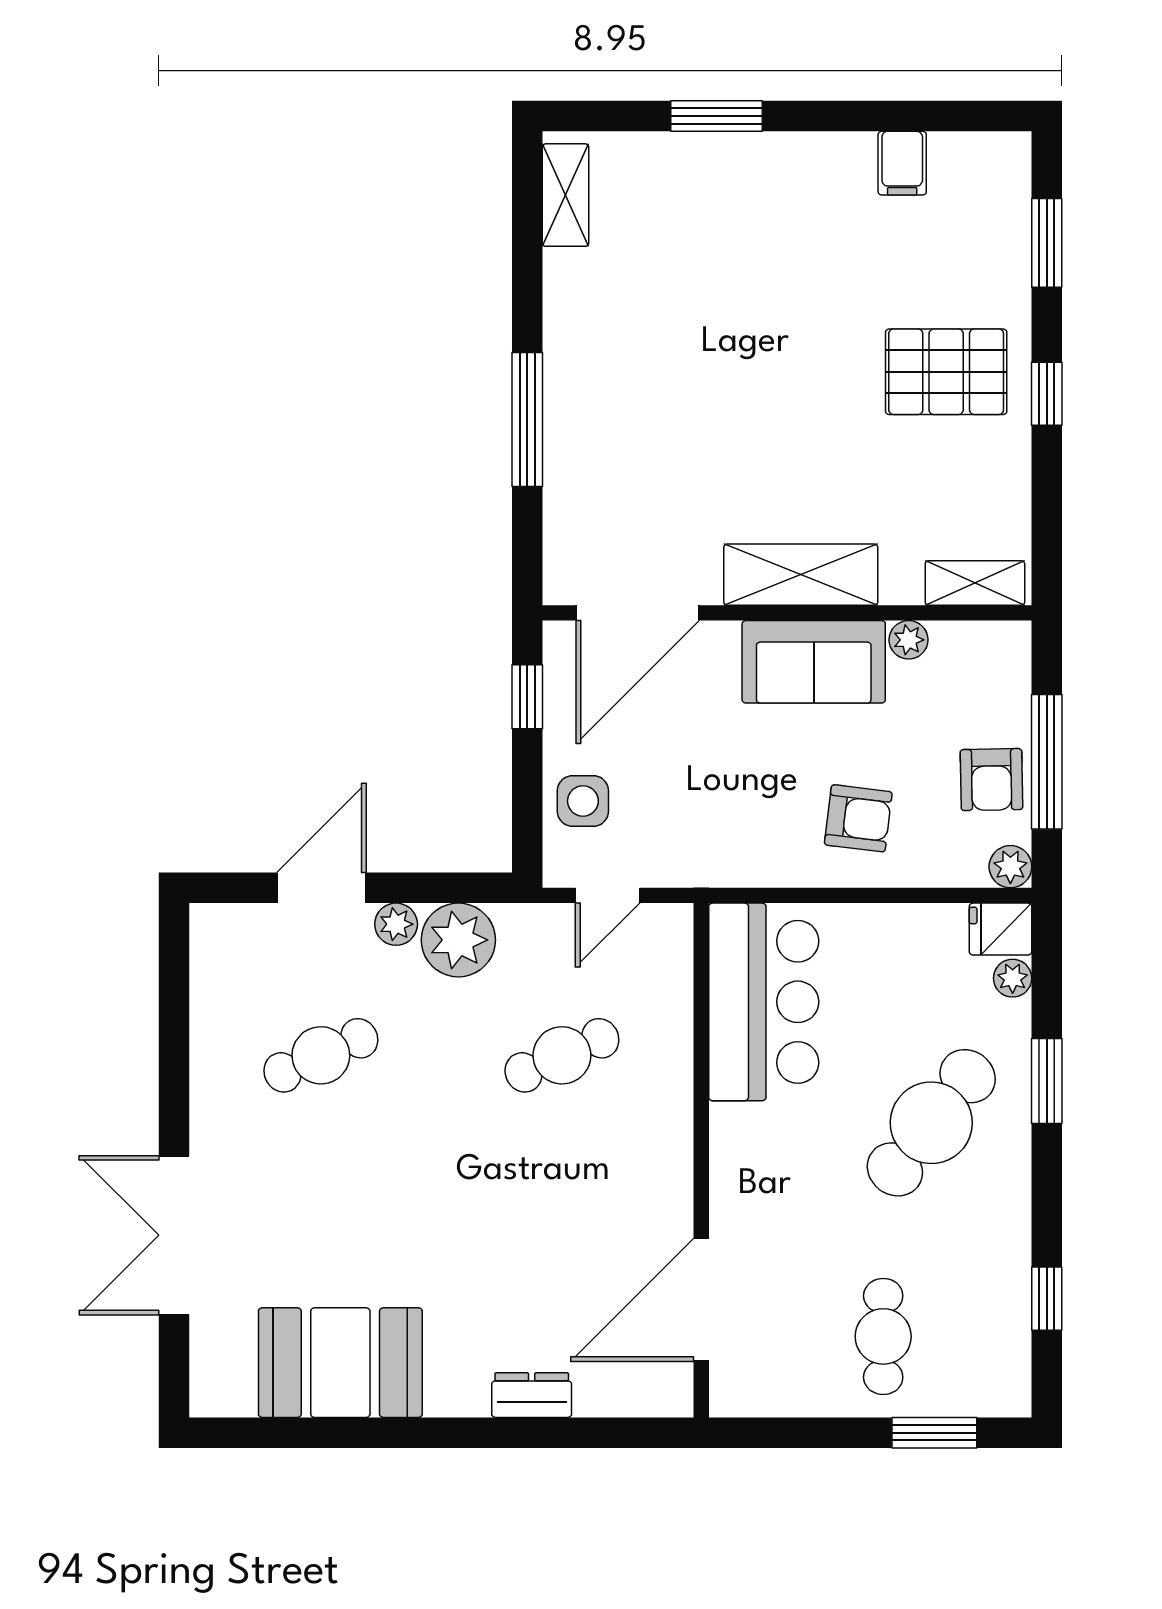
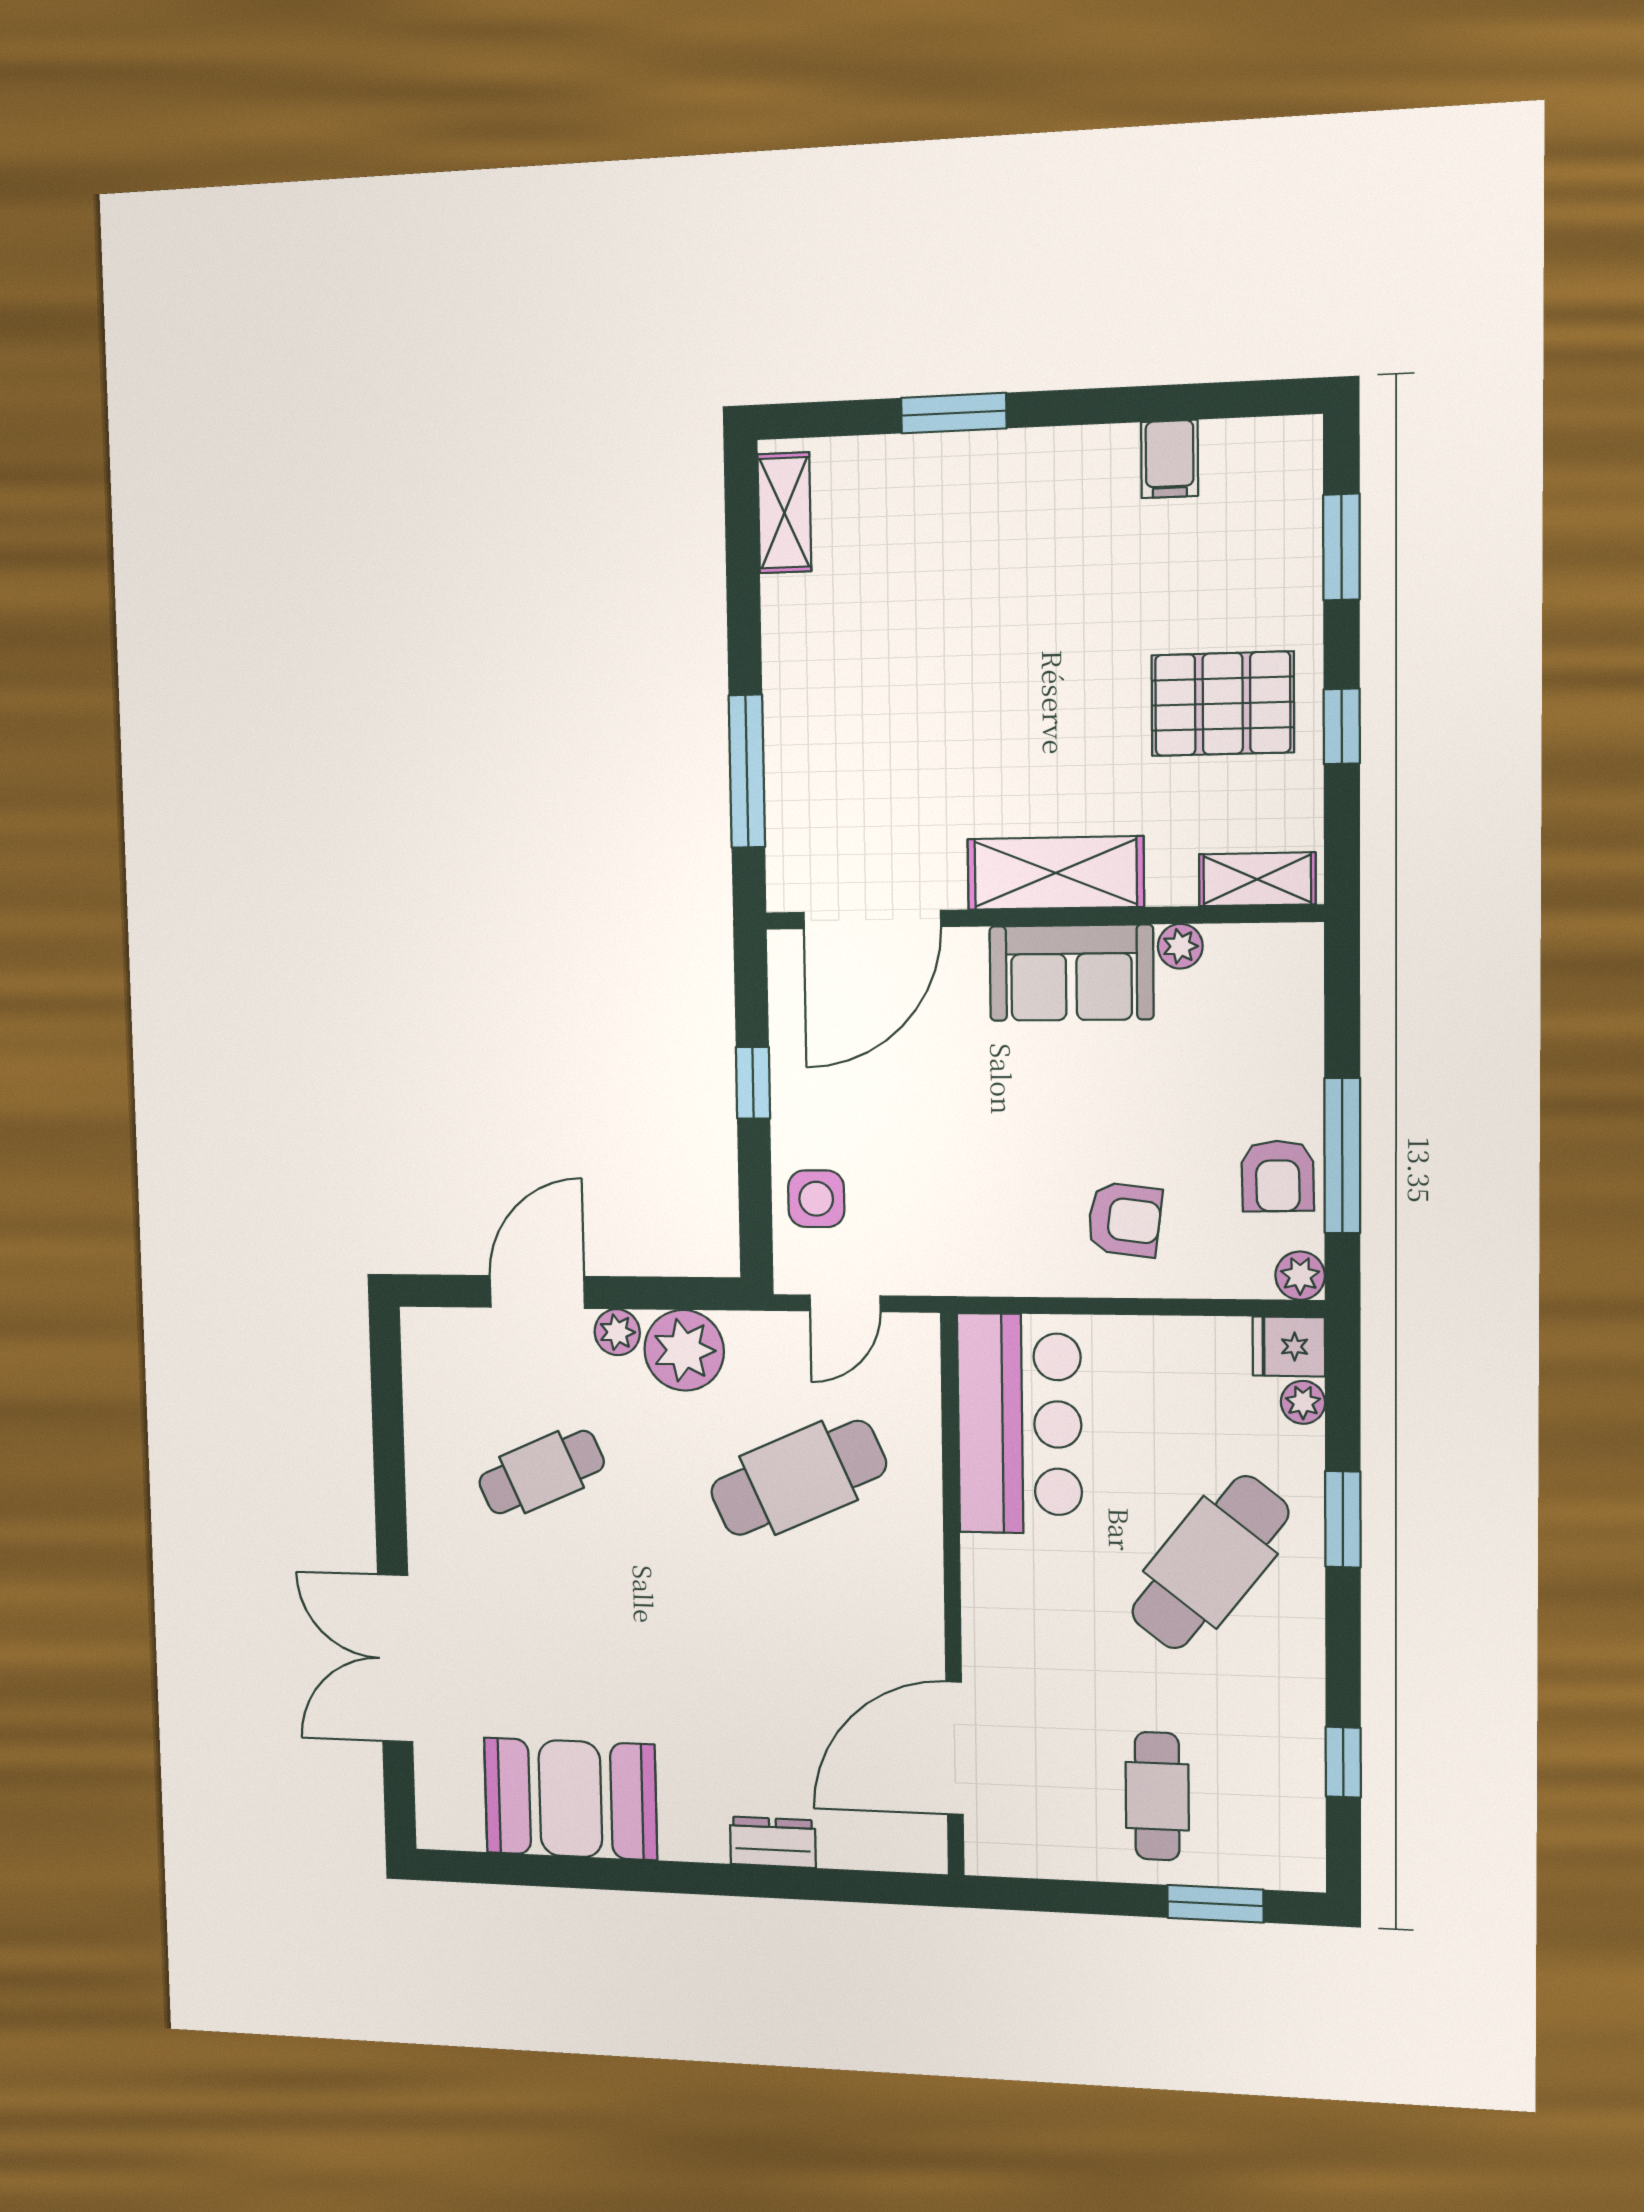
shelving: (801, 575) -> (1055, 873), moved
shelving: (975, 583) -> (1257, 879), moved
door: (638, 613) -> (872, 920), moved
wall: (787, 613) -> (1040, 917), moved
plant: (909, 640) -> (1180, 946), moved
sofa: (814, 662) -> (1071, 973), moved
cafe table: (562, 1055) -> (798, 1478), width x1.37, depth x1.35

